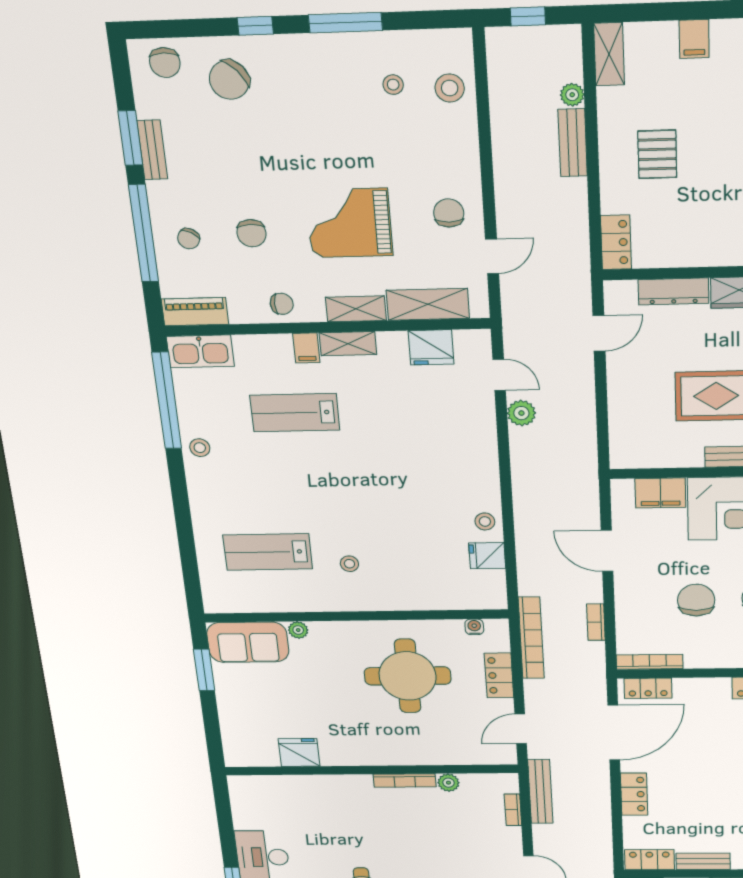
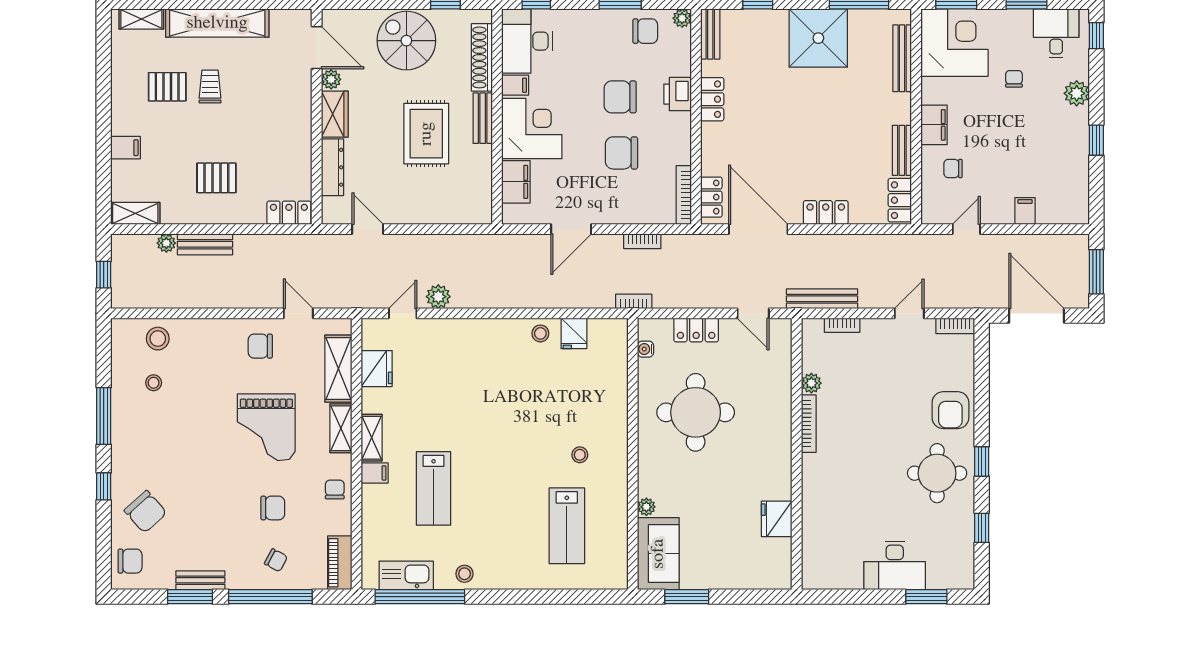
kitchen sink: (200, 351) -> (406, 575), moved, turned -90
bookcase: (531, 638) -> (634, 301), width x0.43, depth x0.76

